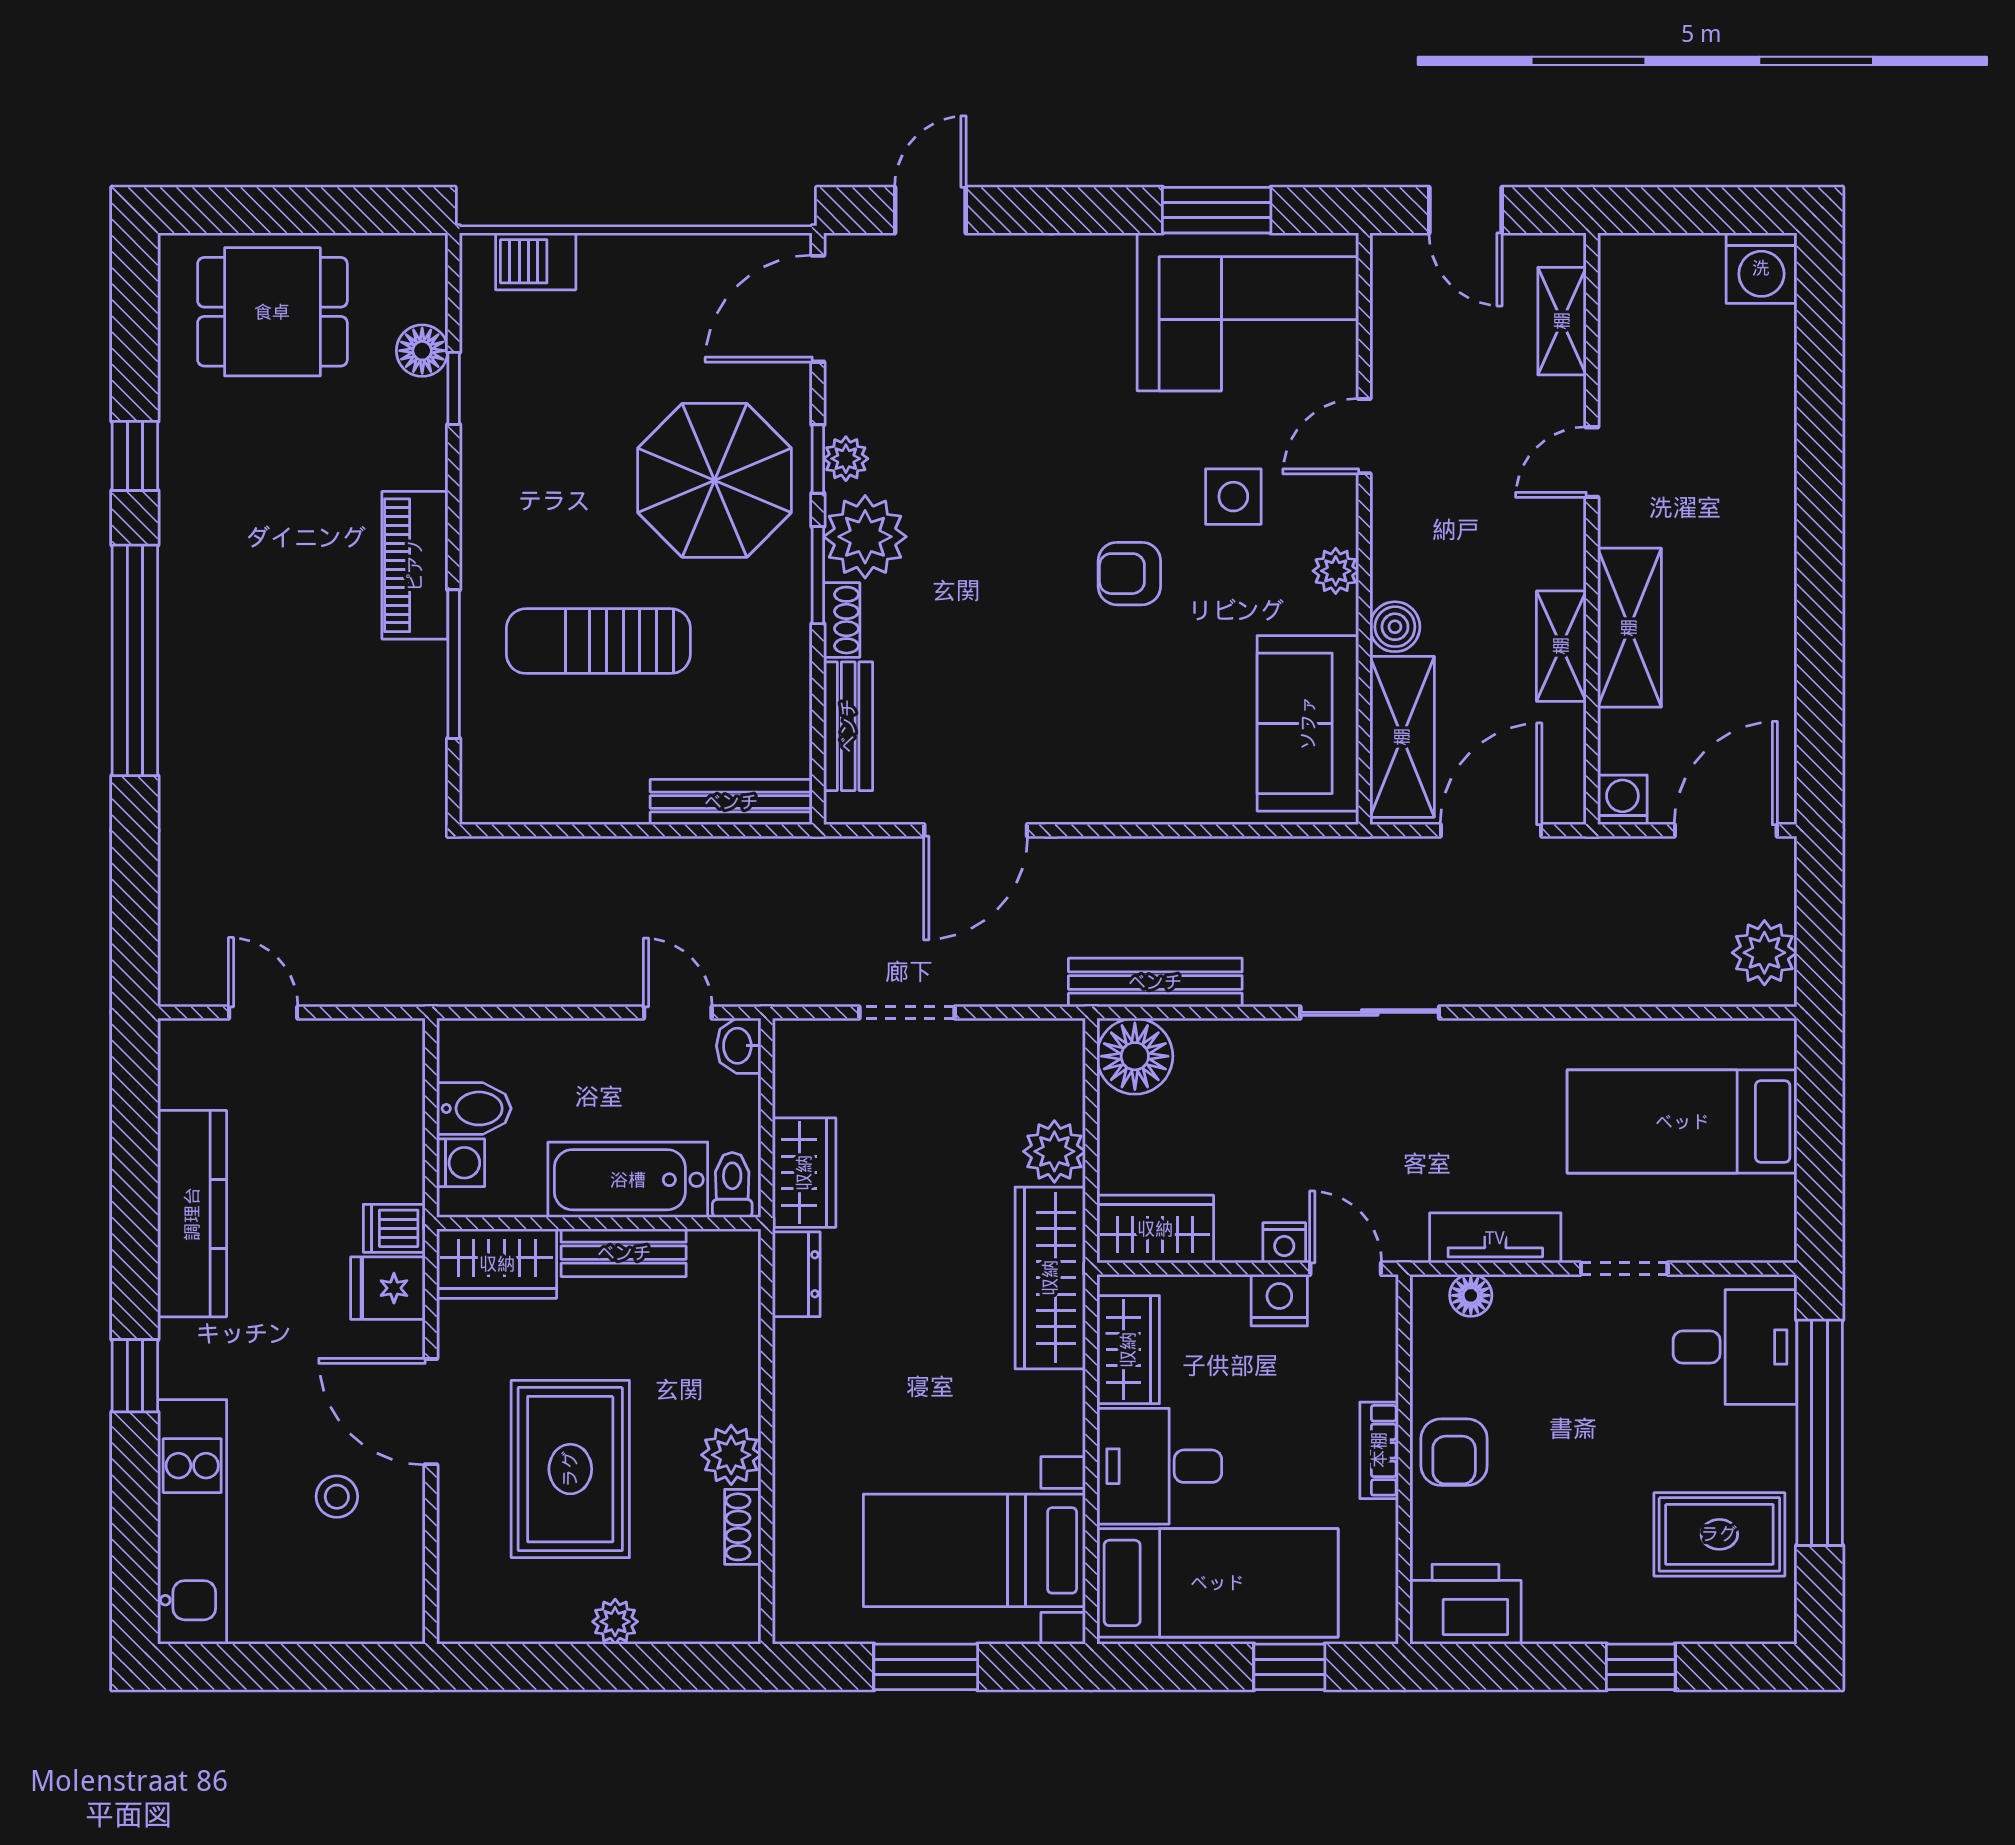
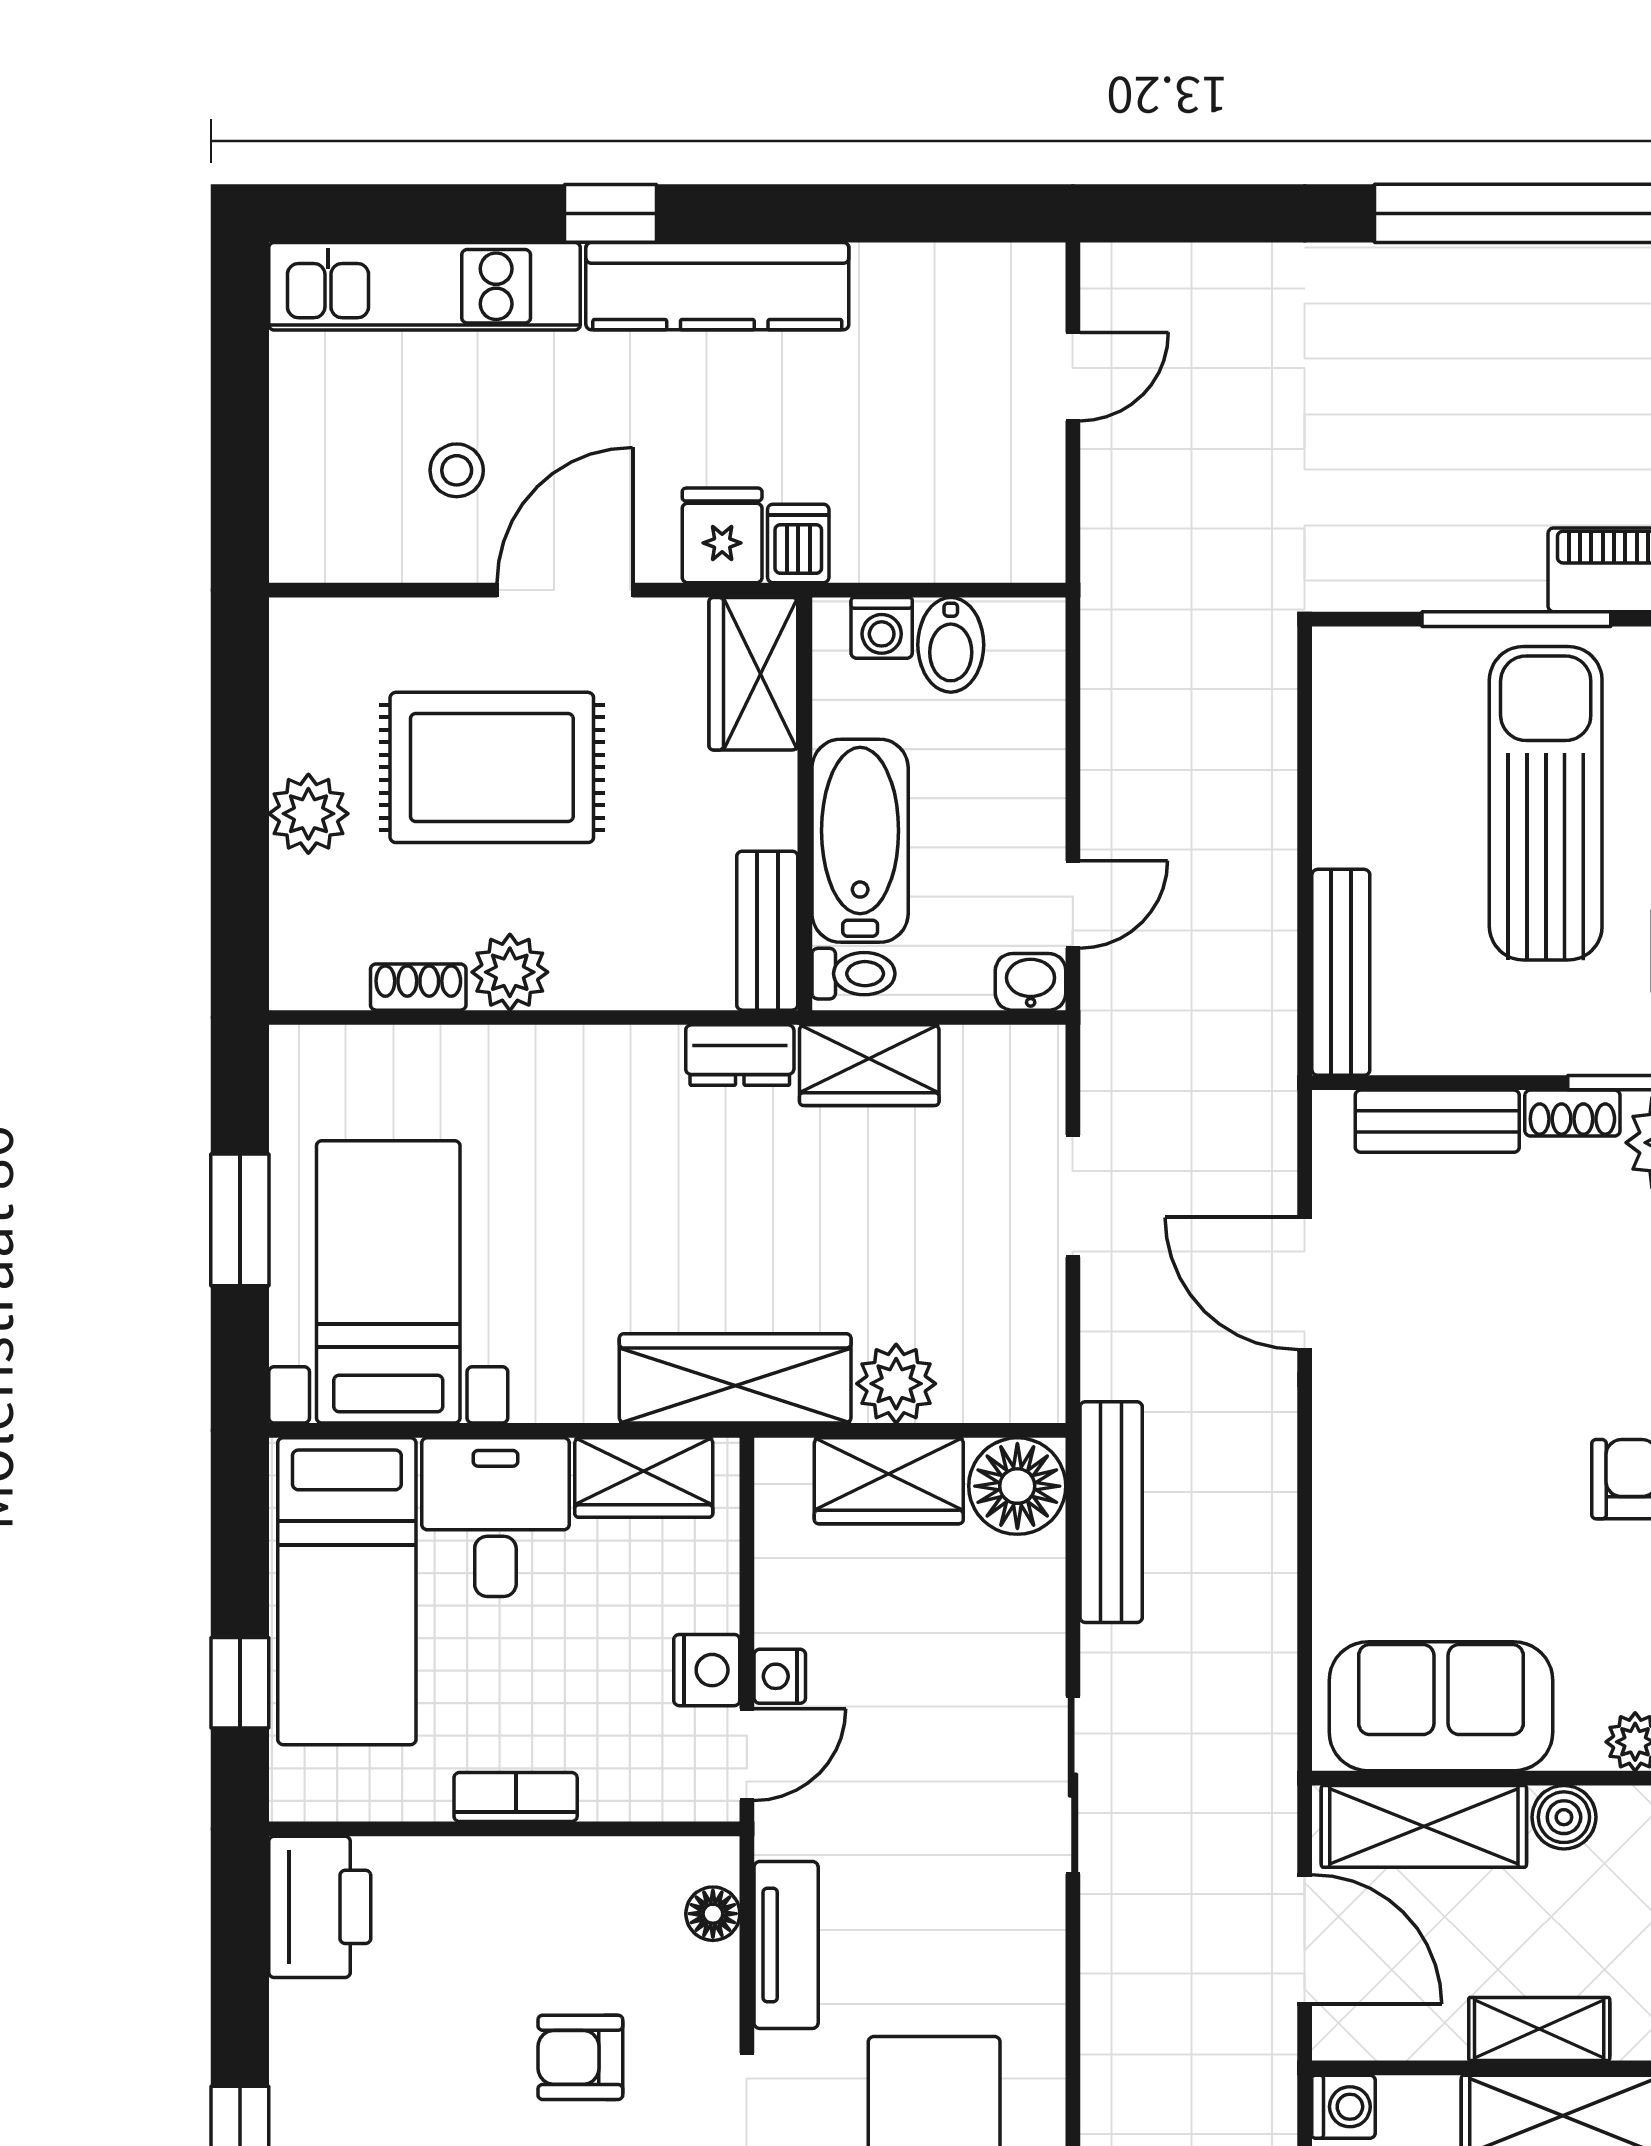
sun lounger: (598, 641) -> (1546, 803), width x1.36, depth x1.34
kitchen counter: (192, 1214) -> (717, 286), moved
wardrobe: (1155, 1229) -> (889, 1481), moved, turned 90
bench: (624, 1253) -> (767, 931), moved
armchair: (1454, 1452) -> (580, 2057), moved
plant: (615, 1622) -> (308, 814), width x1.38, depth x1.38

